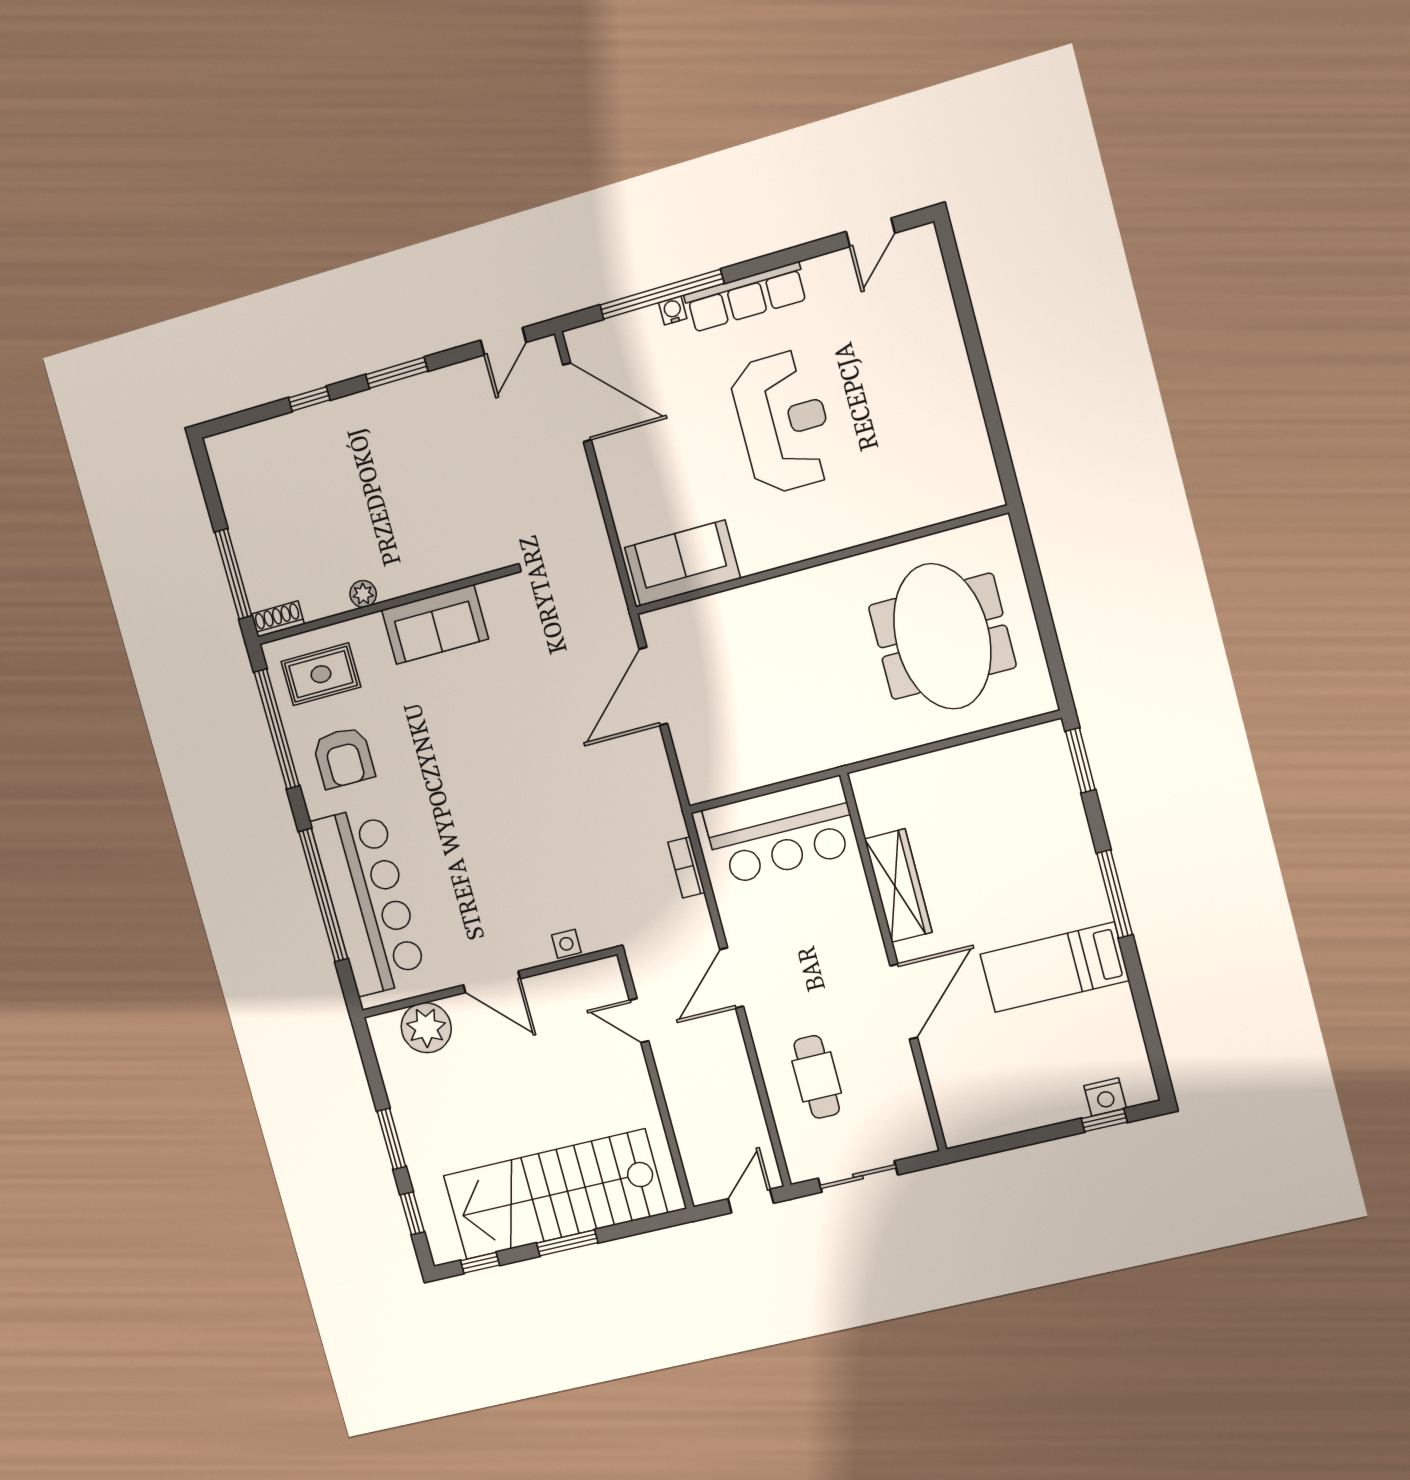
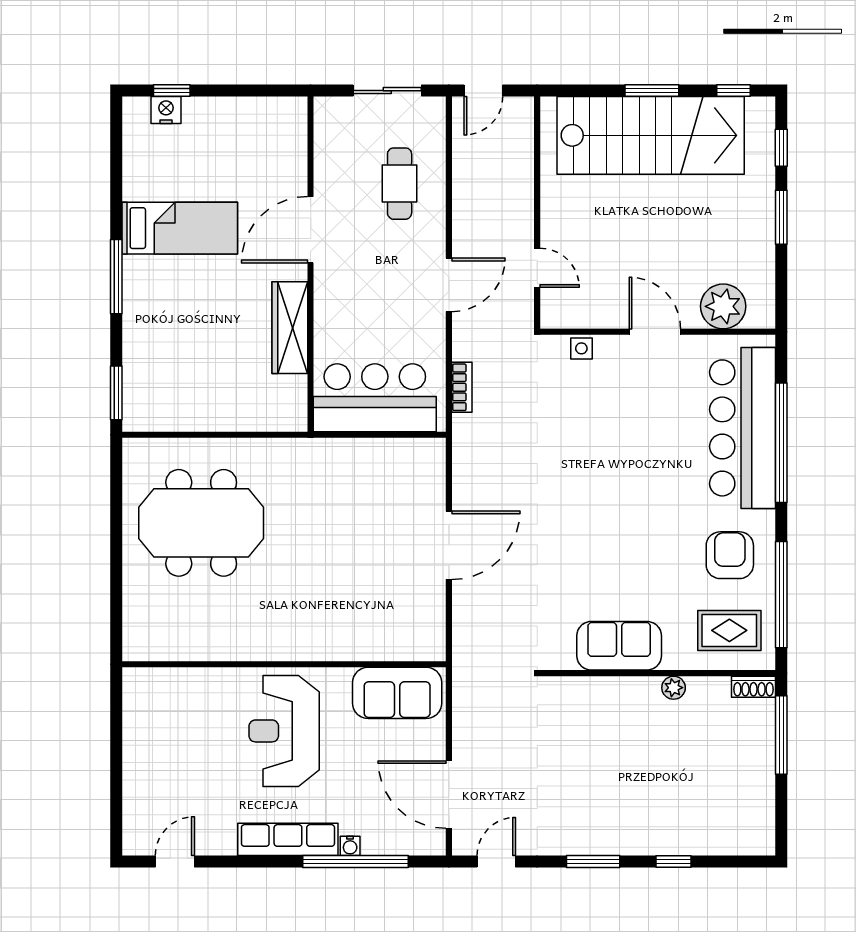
wall: (820, 560) -> (284, 664), moved
sofa: (683, 563) -> (397, 693), moved
meeting table: (942, 636) -> (201, 523), turned 90

